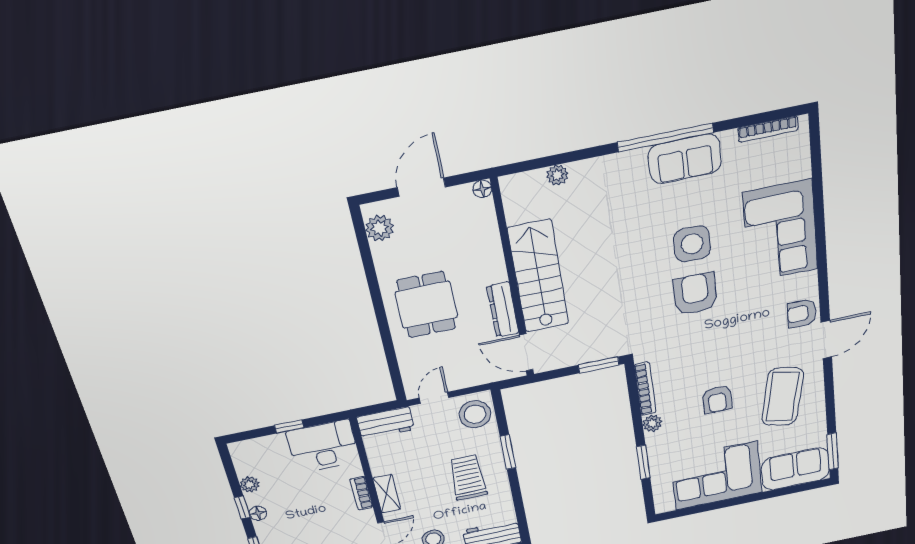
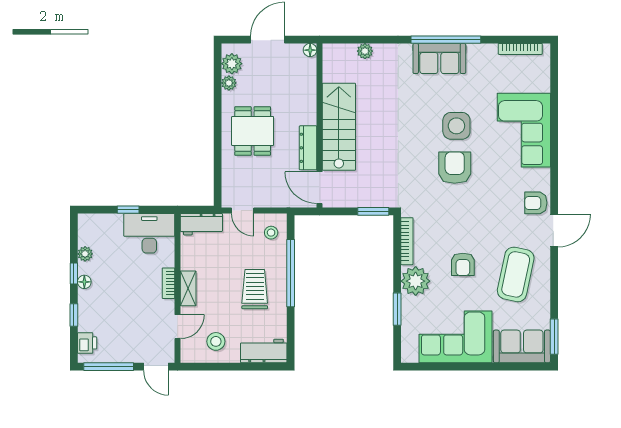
sofa: (685, 159) -> (439, 58), moved
plant: (381, 253) -> (229, 83), added
door: (434, 398) -> (243, 211), swing flipped
stool: (475, 414) -> (271, 233), width x0.53, depth x0.53
plant: (652, 423) -> (416, 281), width x1.88, depth x1.88
window: (508, 452) -> (291, 273), width x2.11

